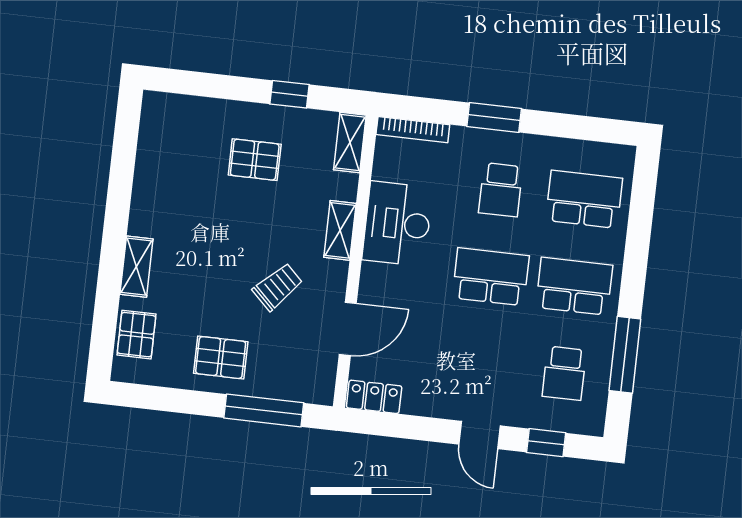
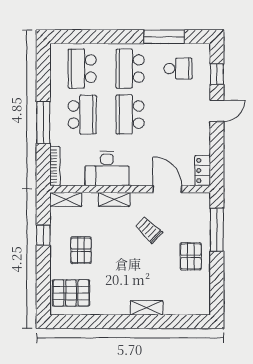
window: (494, 118) -> (43, 123), width x1.44
school desk: (501, 190) -> (82, 115), width x1.85
pallet: (137, 335) -> (71, 293), moved, width x1.50, depth x1.42

